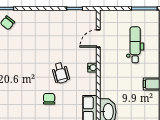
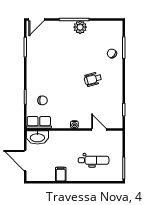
wheelchair: (61, 73) -> (93, 79), moved
chair: (49, 99) -> (43, 100), moved

